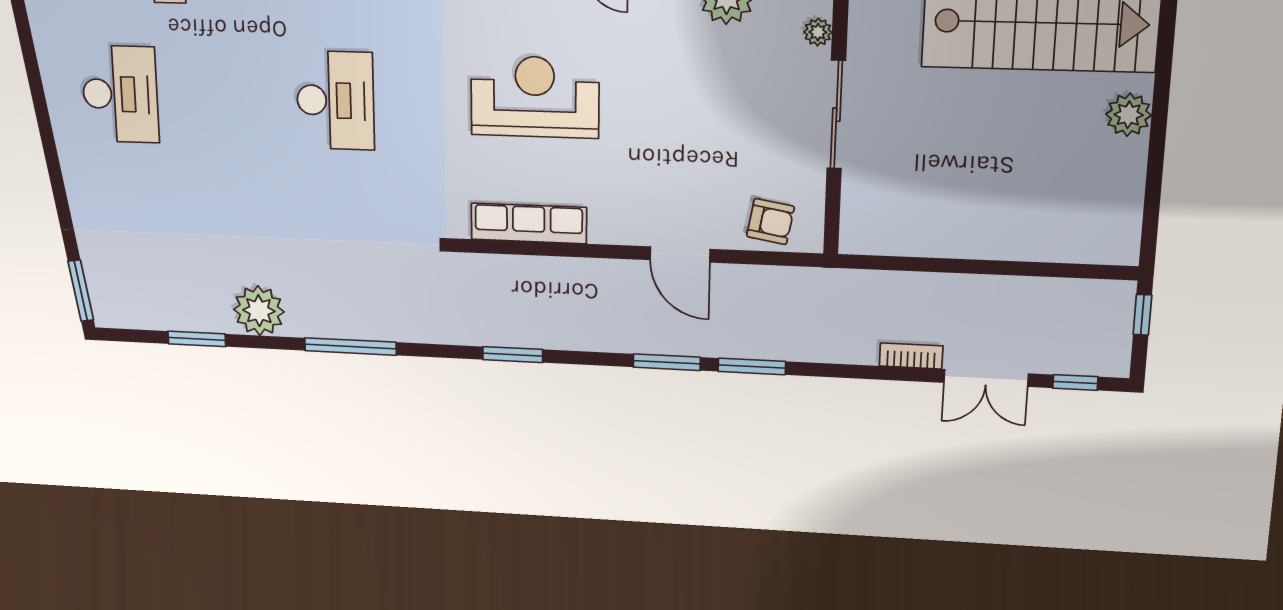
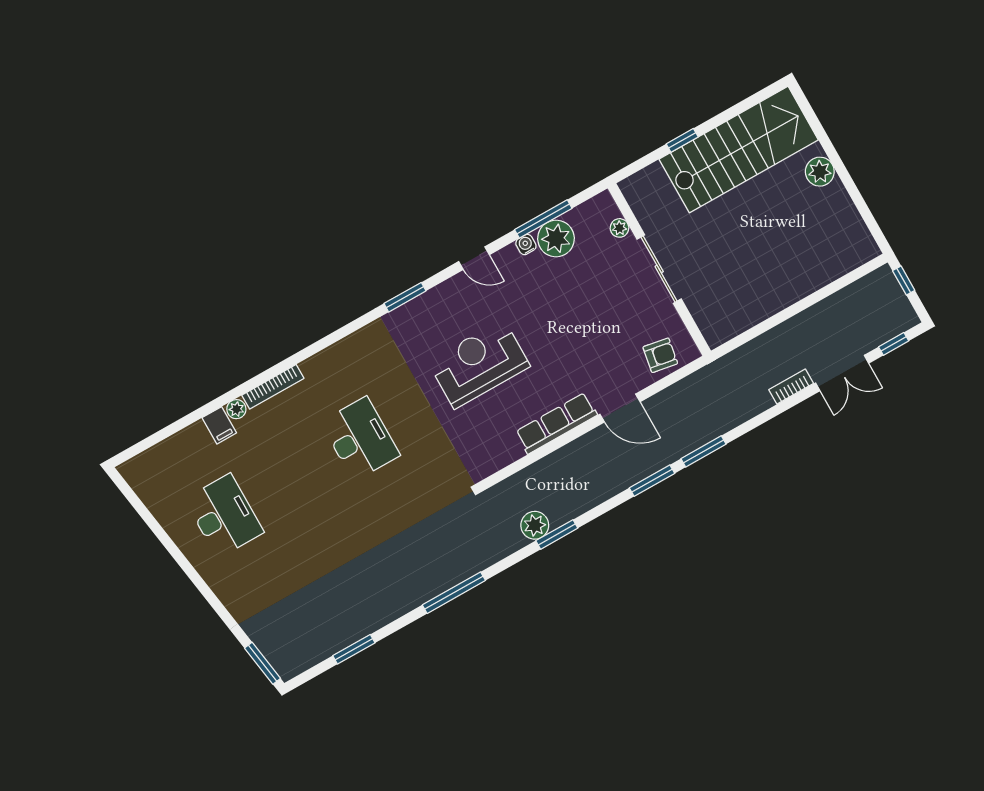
row of seats: (529, 223) -> (556, 423), moved
plant: (259, 311) -> (535, 525), moved, width x0.73, depth x0.73

